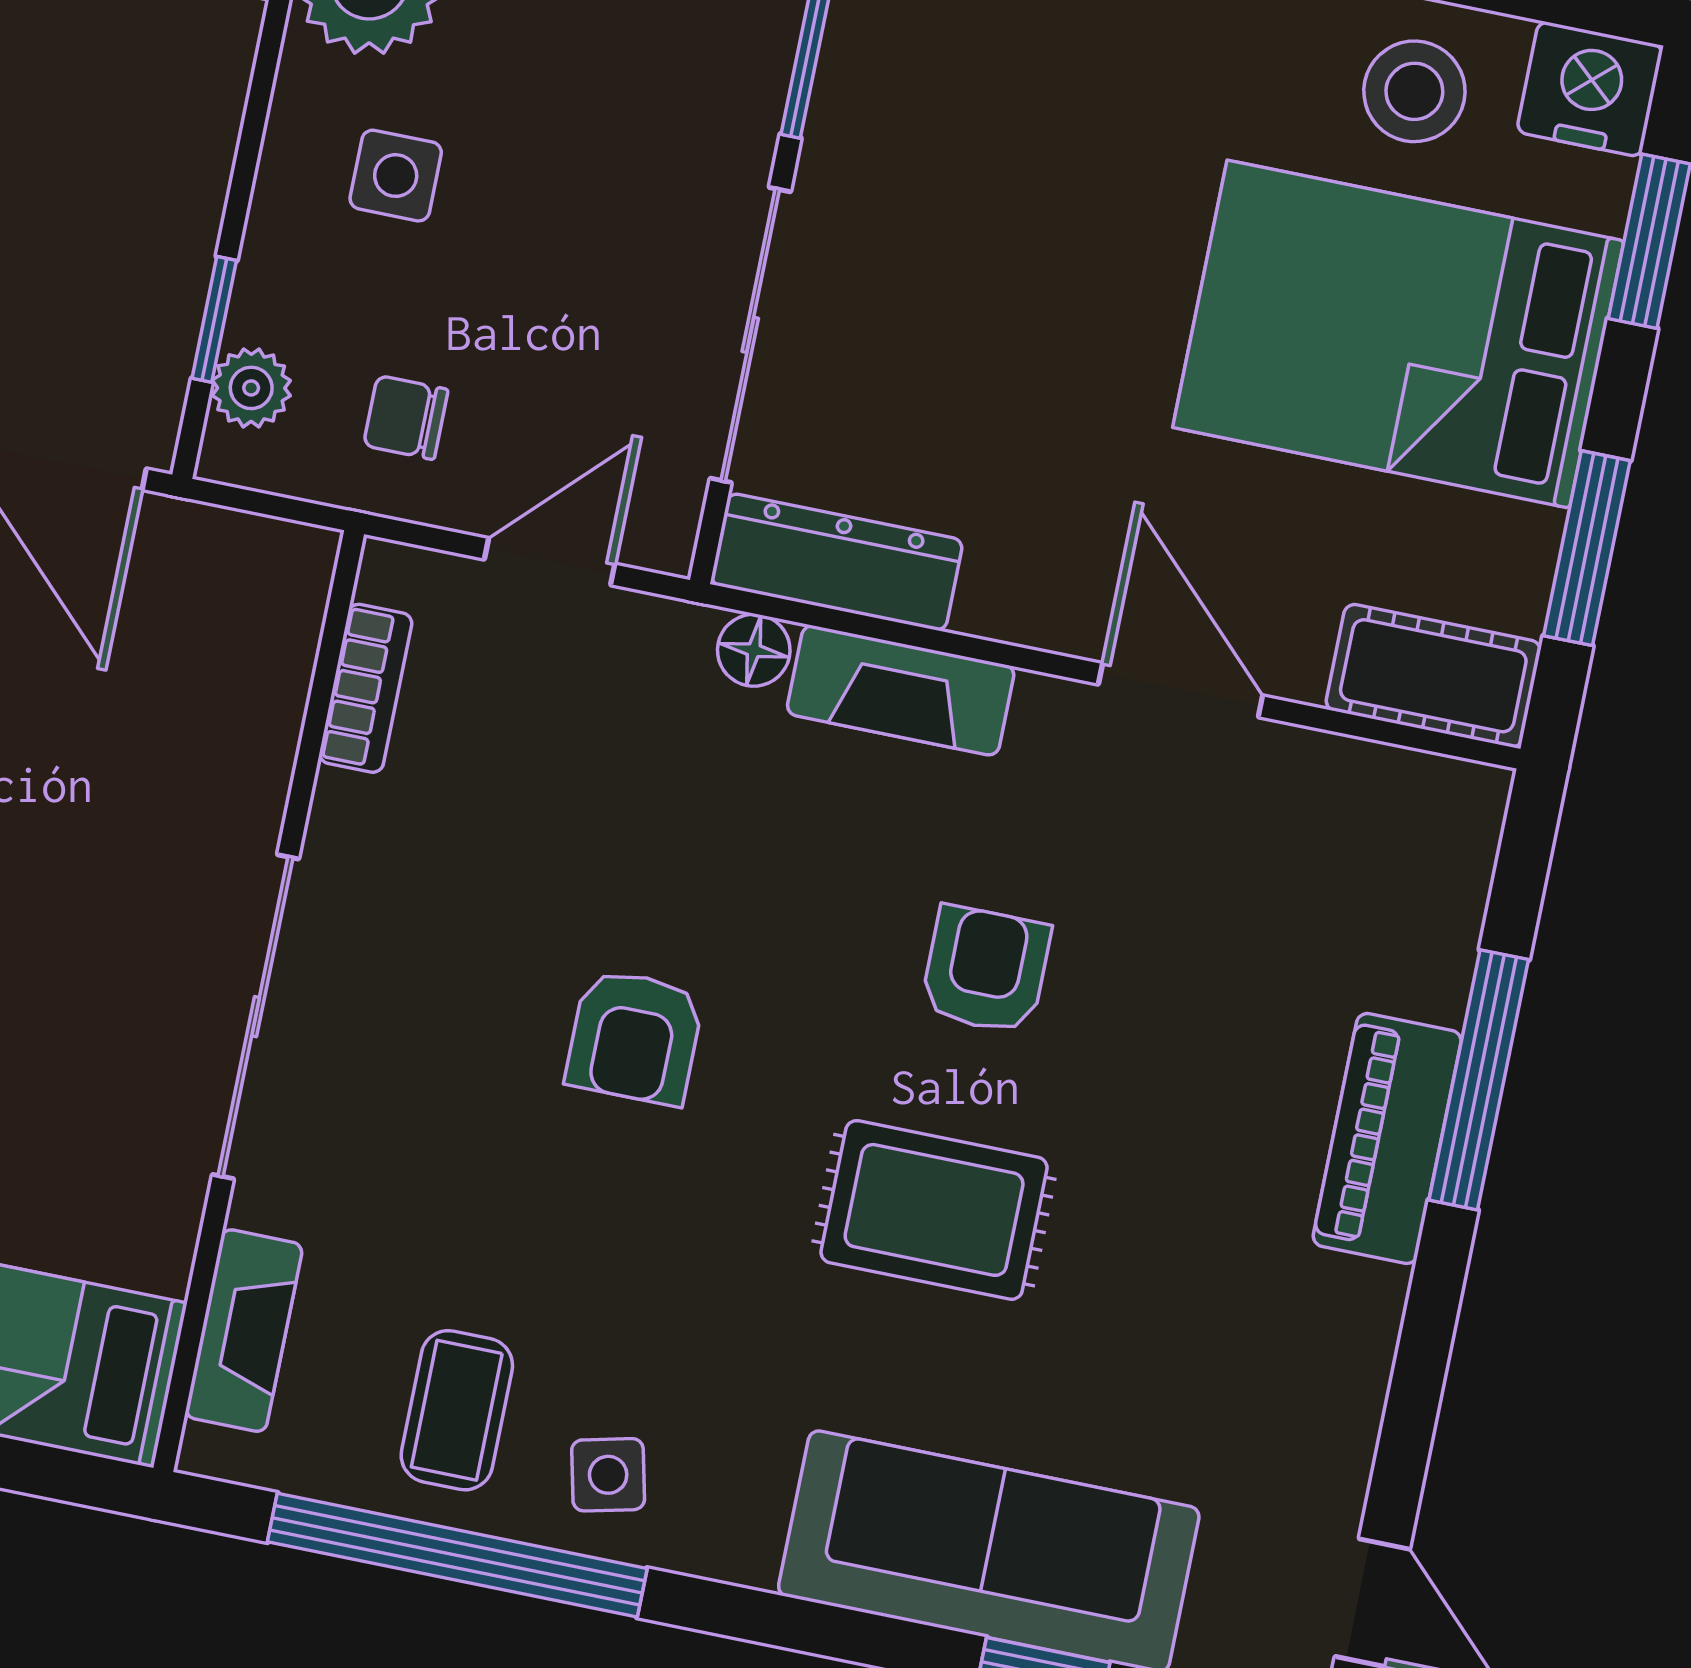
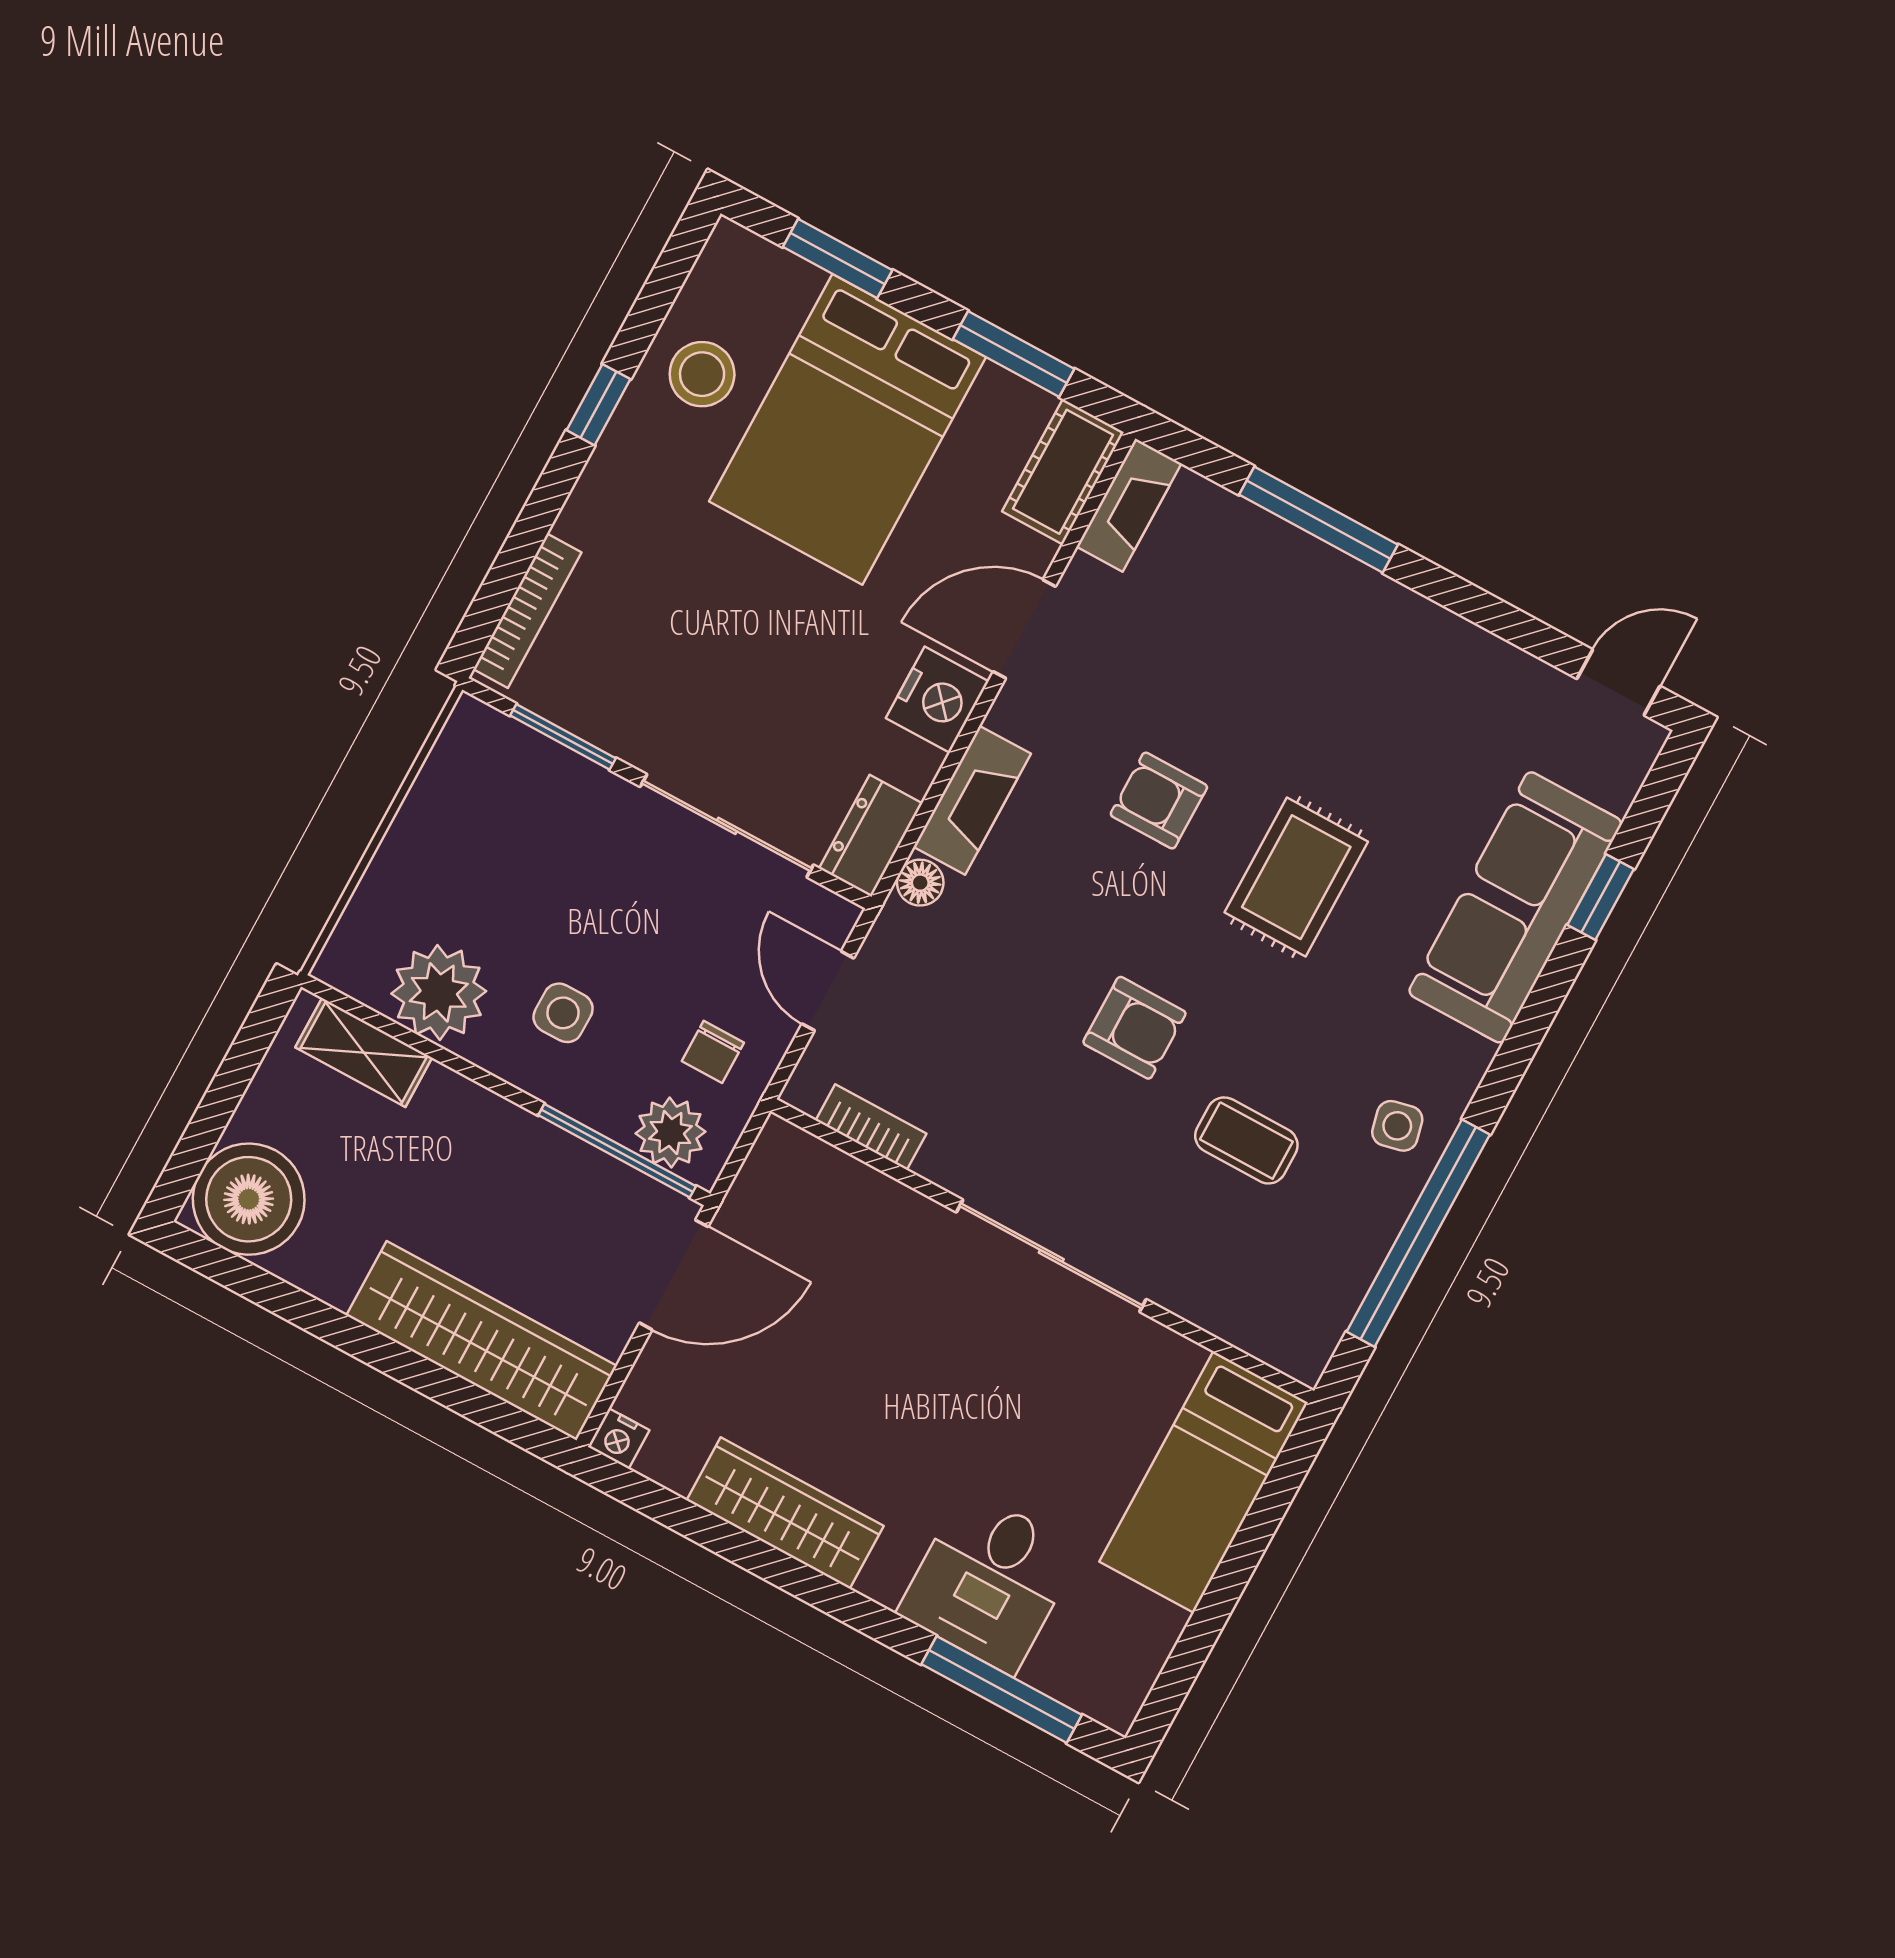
nightstand: (1590, 89) -> (937, 700), moved, turned 180
window: (214, 319) -> (617, 1151), width x2.17
plant: (251, 388) -> (670, 1132), width x1.38, depth x1.38
dresser: (837, 562) -> (871, 836), width x0.70
piano: (1387, 1138) -> (1337, 587), removed
fireplace: (244, 1331) -> (1129, 505), moved, turned 90
coffee table: (457, 1410) -> (1246, 1140), moved

